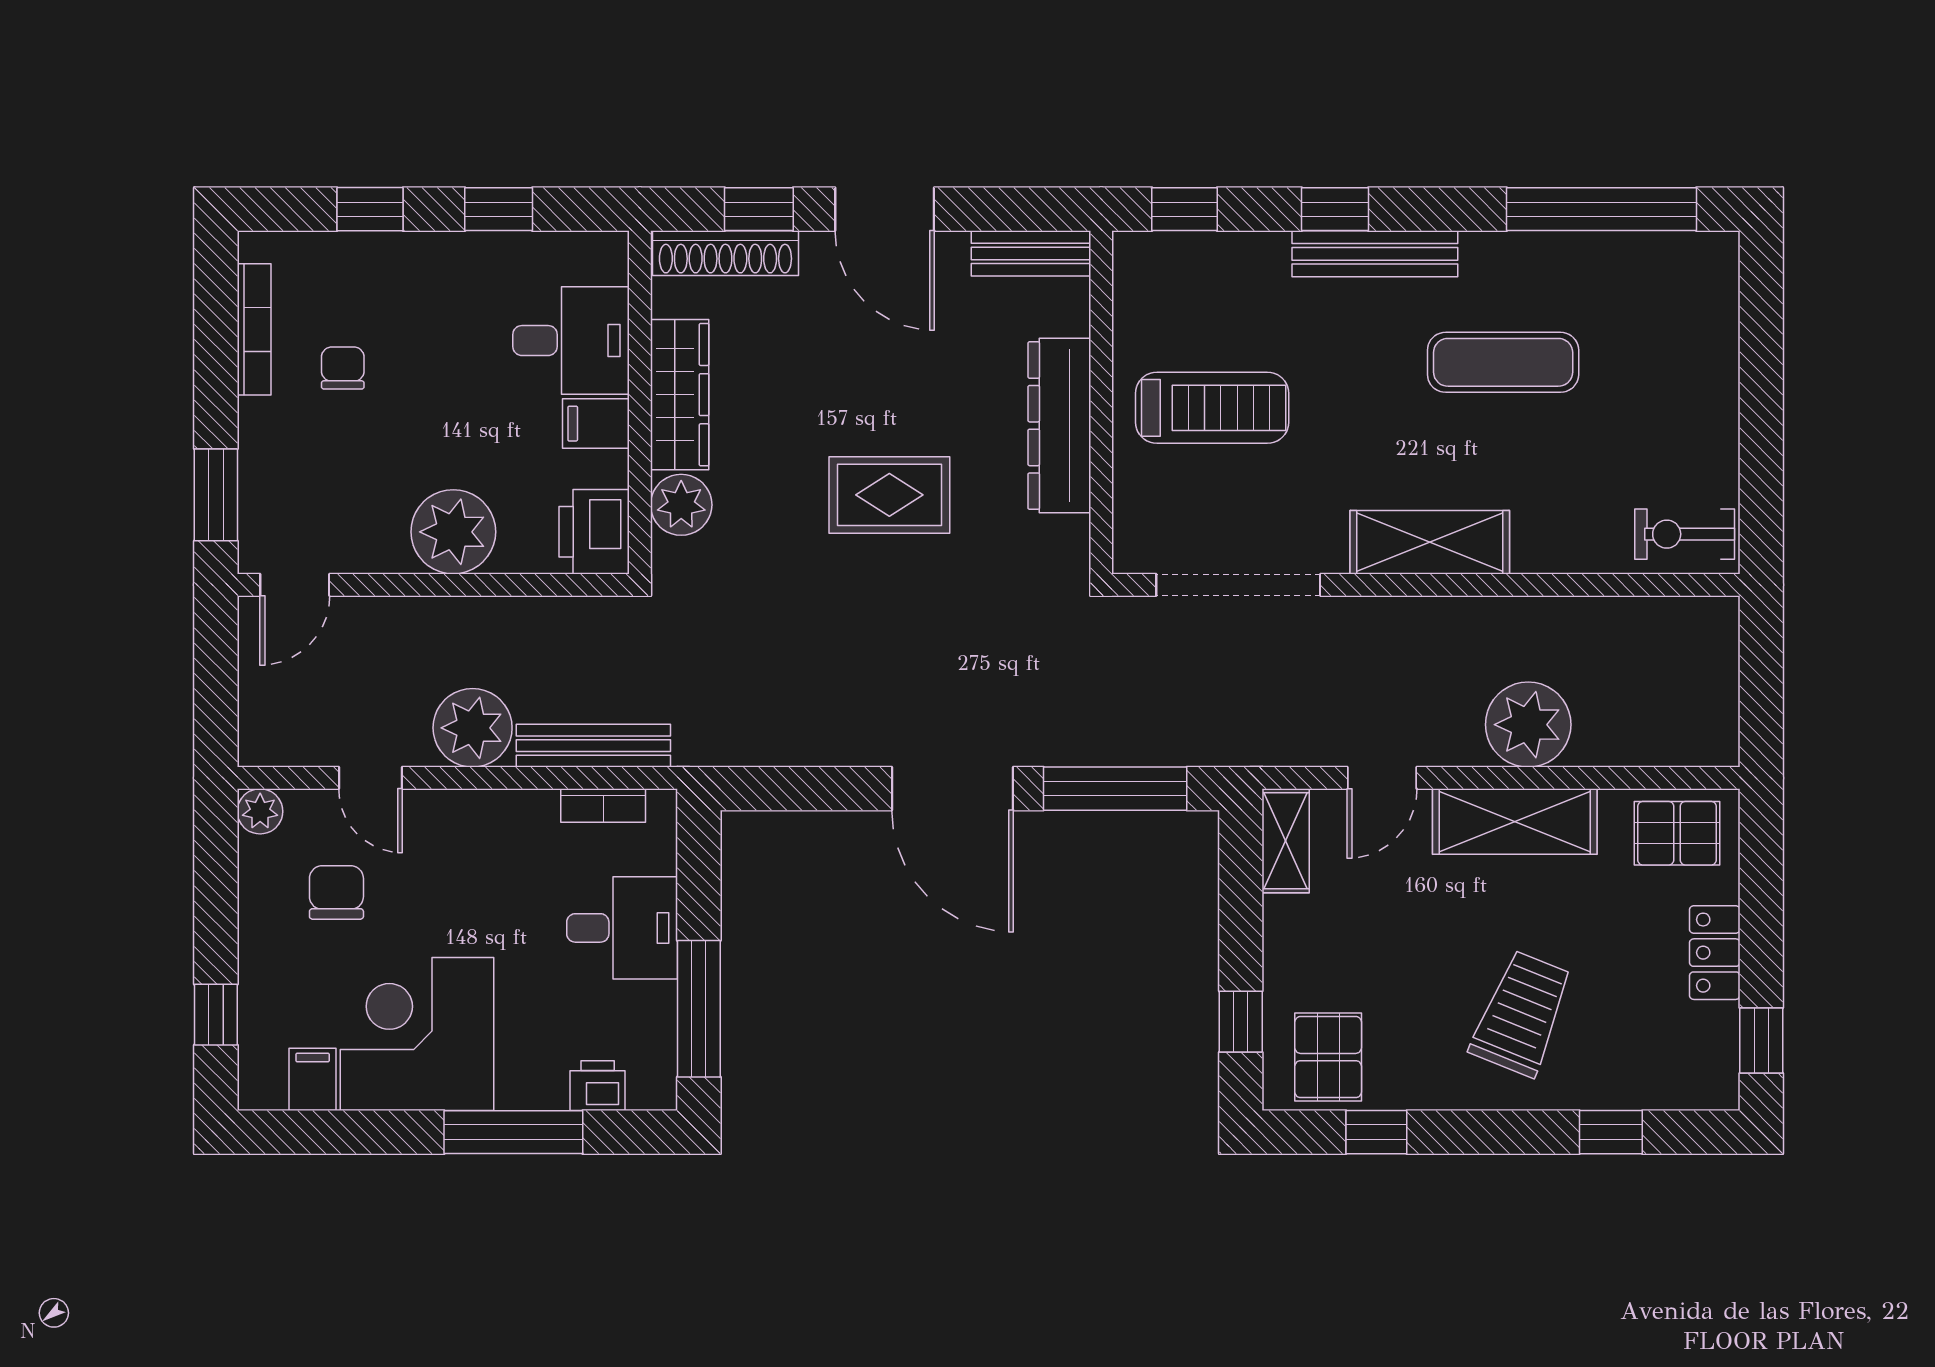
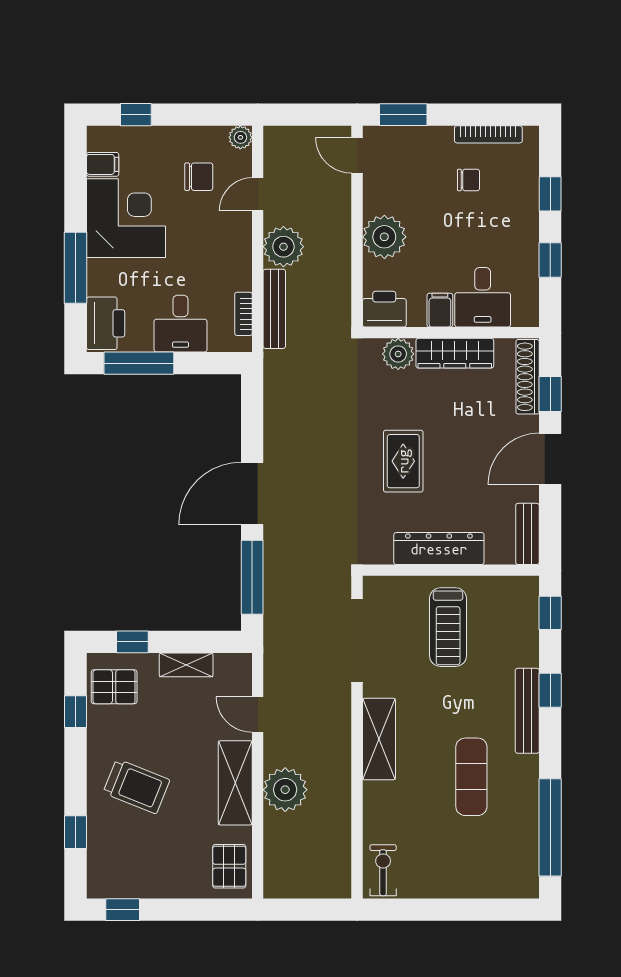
shelving: (1286, 841) -> (186, 665), moved
locker: (1715, 953) -> (168, 886), removed
printer: (598, 1086) -> (106, 323), width x1.87, depth x1.48

